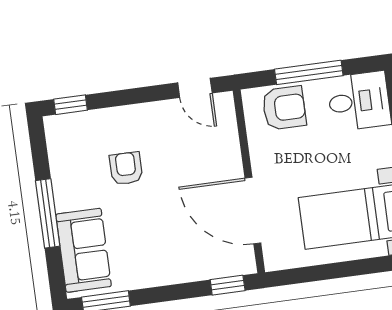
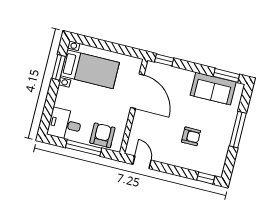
armchair: (284, 108) -> (102, 135), turned 90
armchair: (126, 168) -> (191, 136), turned -90
sofa: (84, 250) -> (213, 89), moved, turned -90

